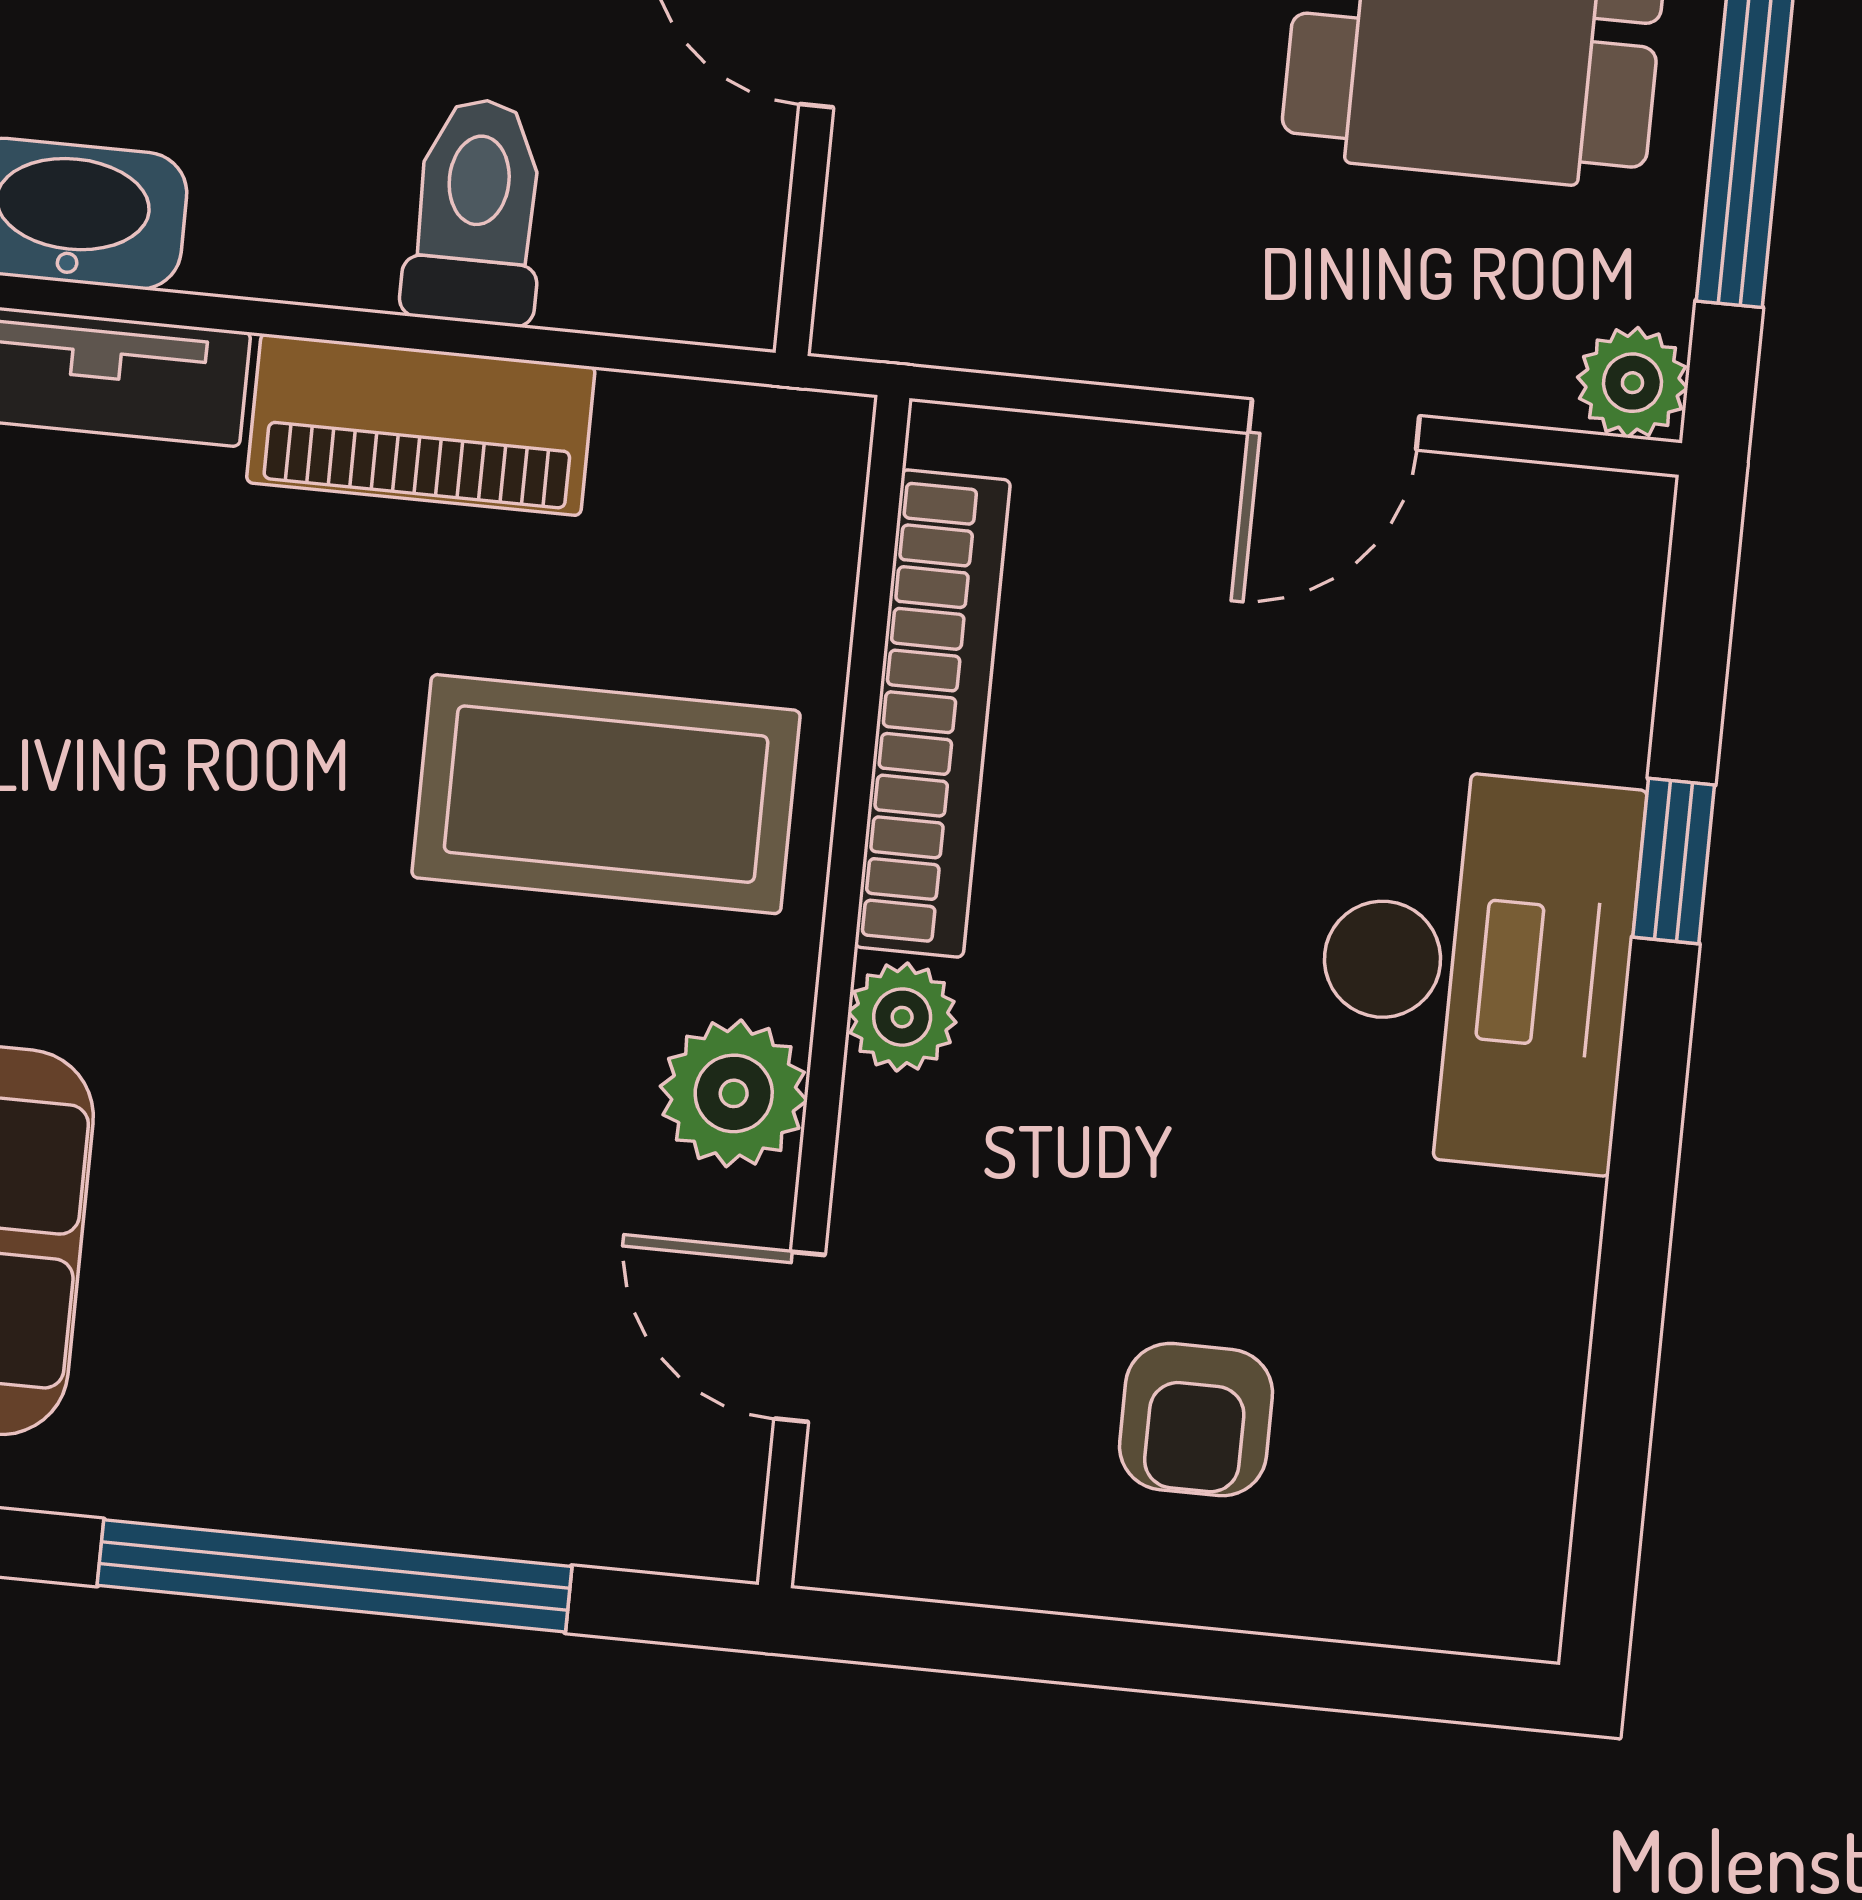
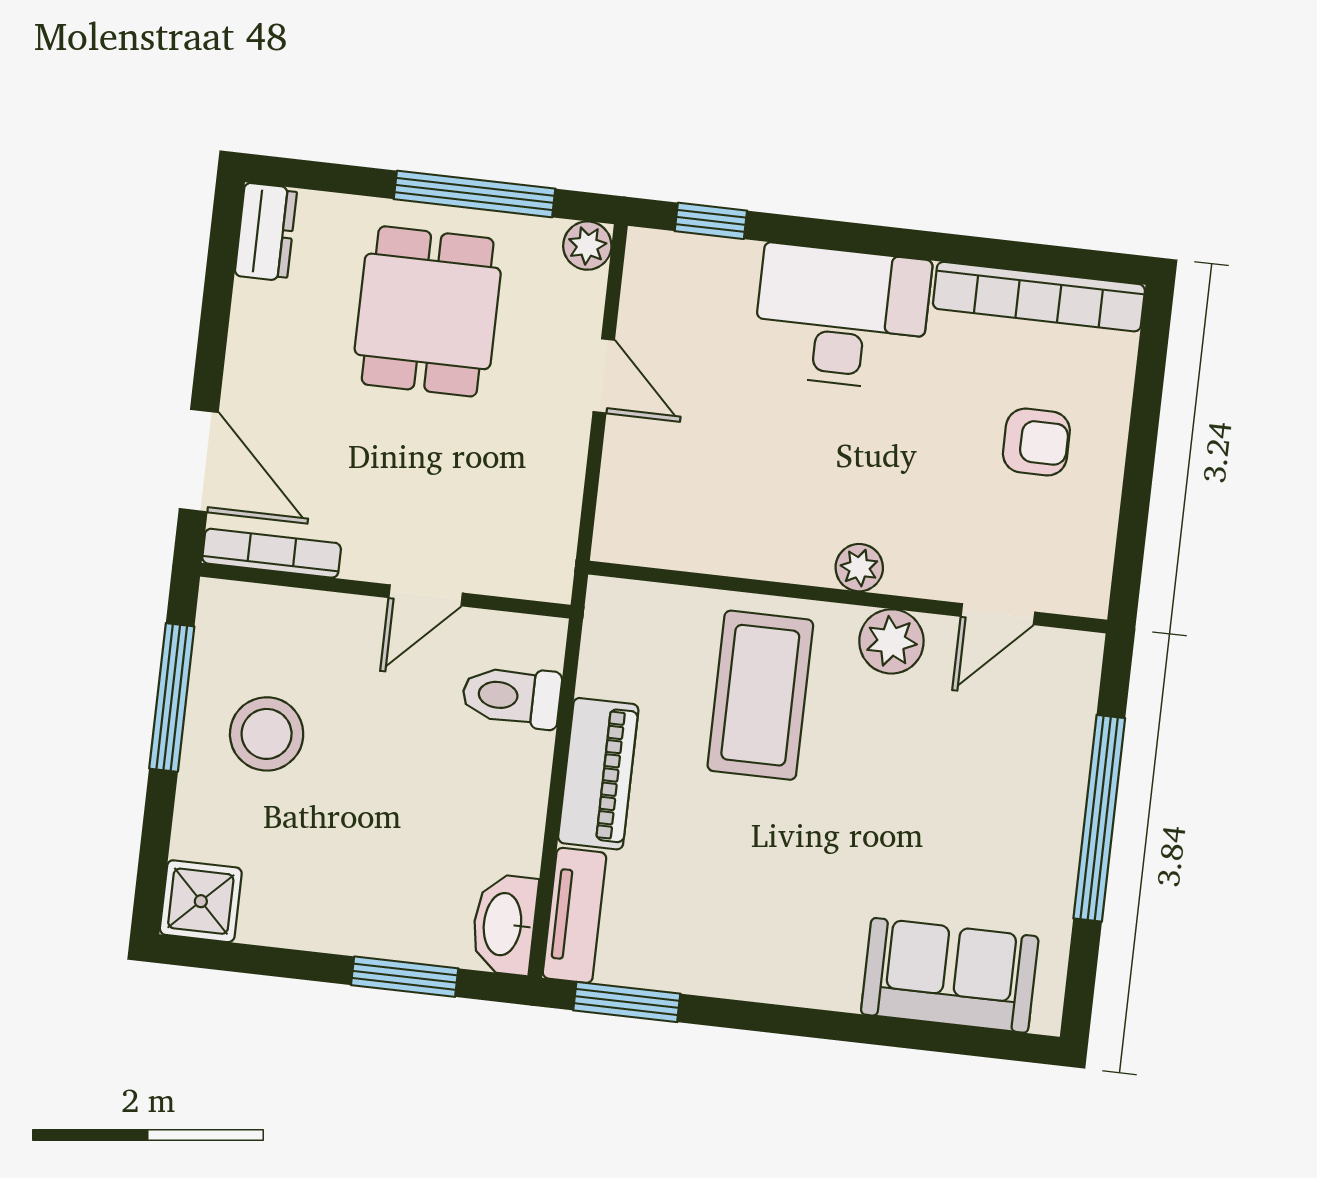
toilet: (476, 211) -> (512, 696), moved
bookcase: (933, 714) -> (1039, 297), moved, turned 180
window: (1674, 861) -> (711, 221), moved

